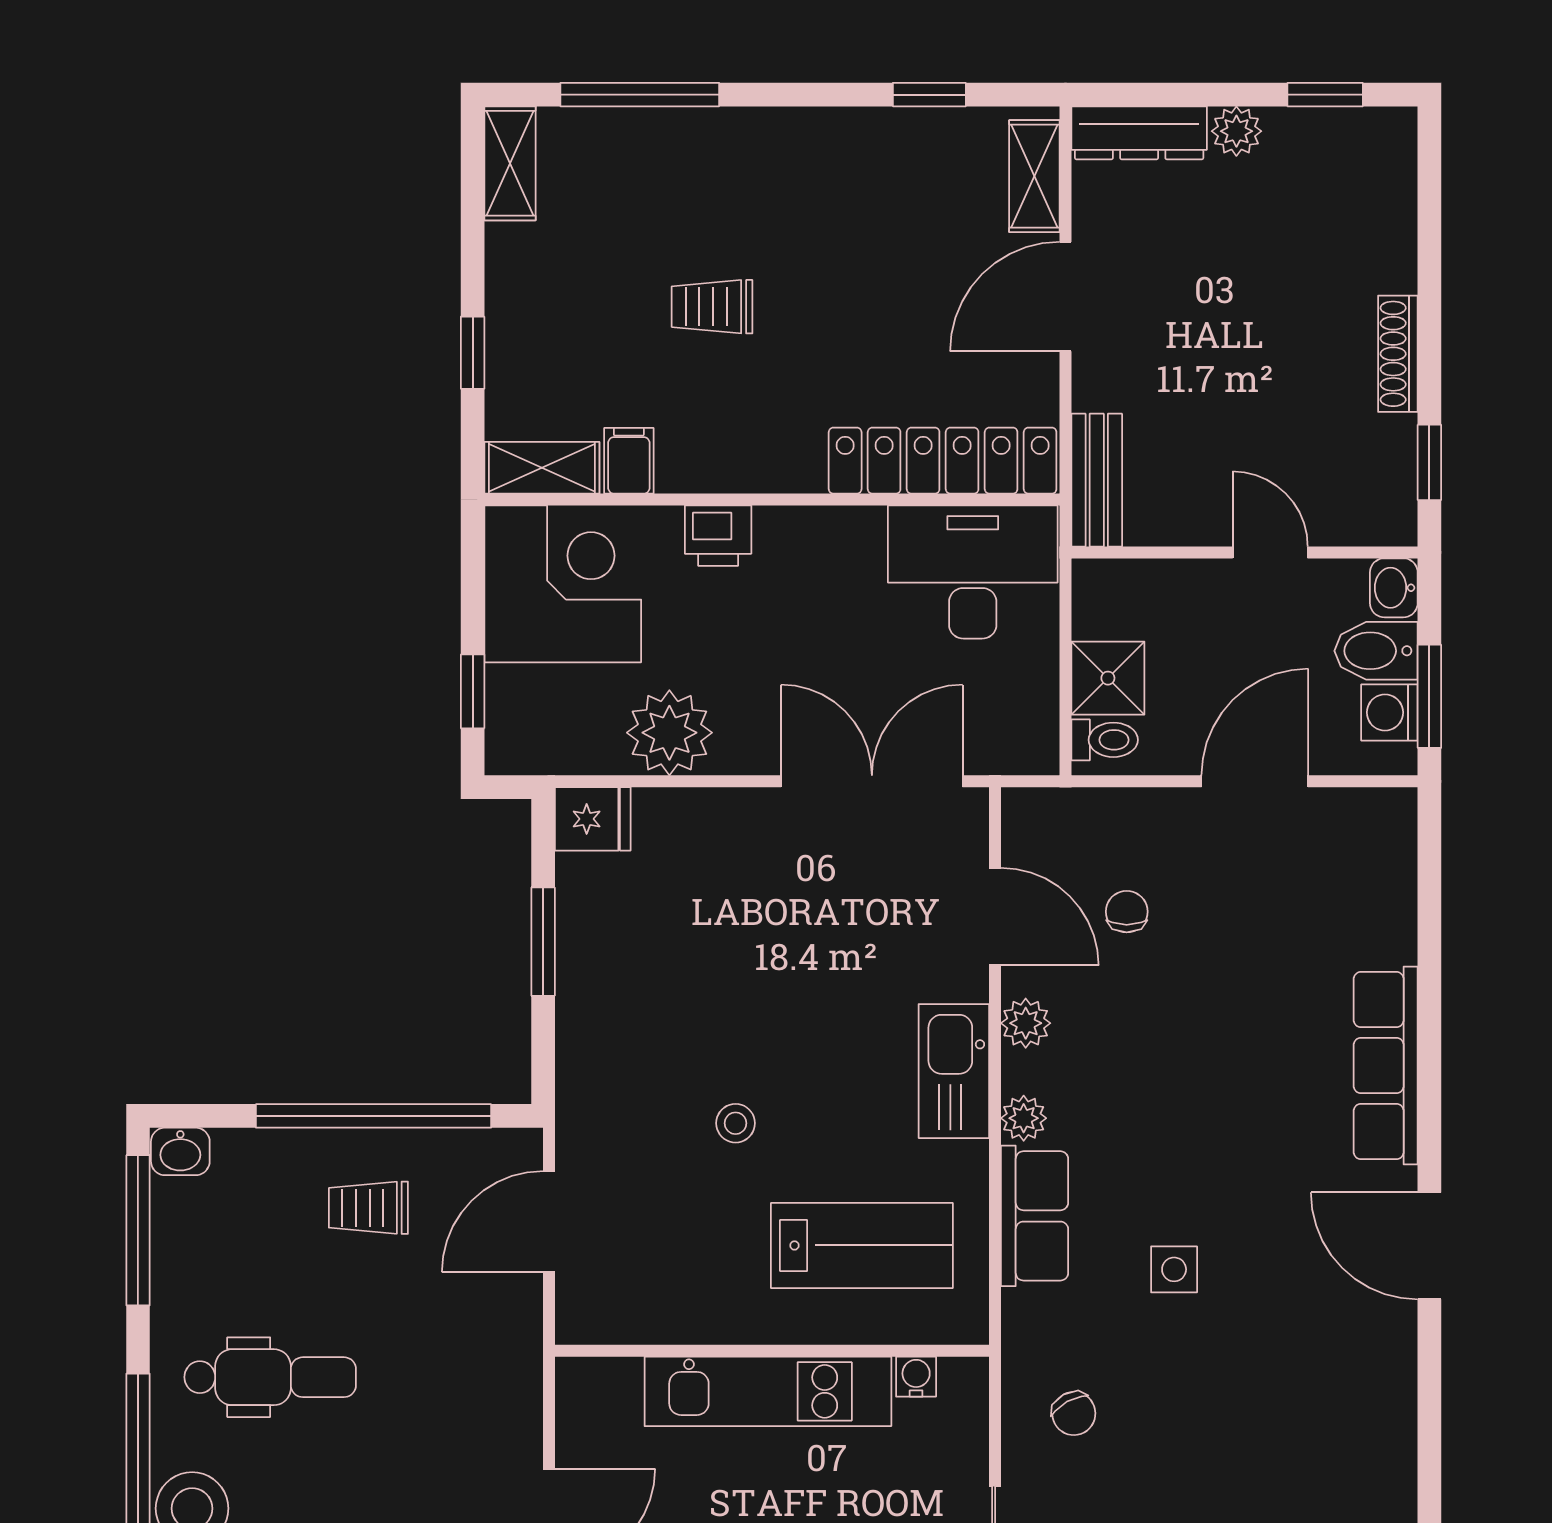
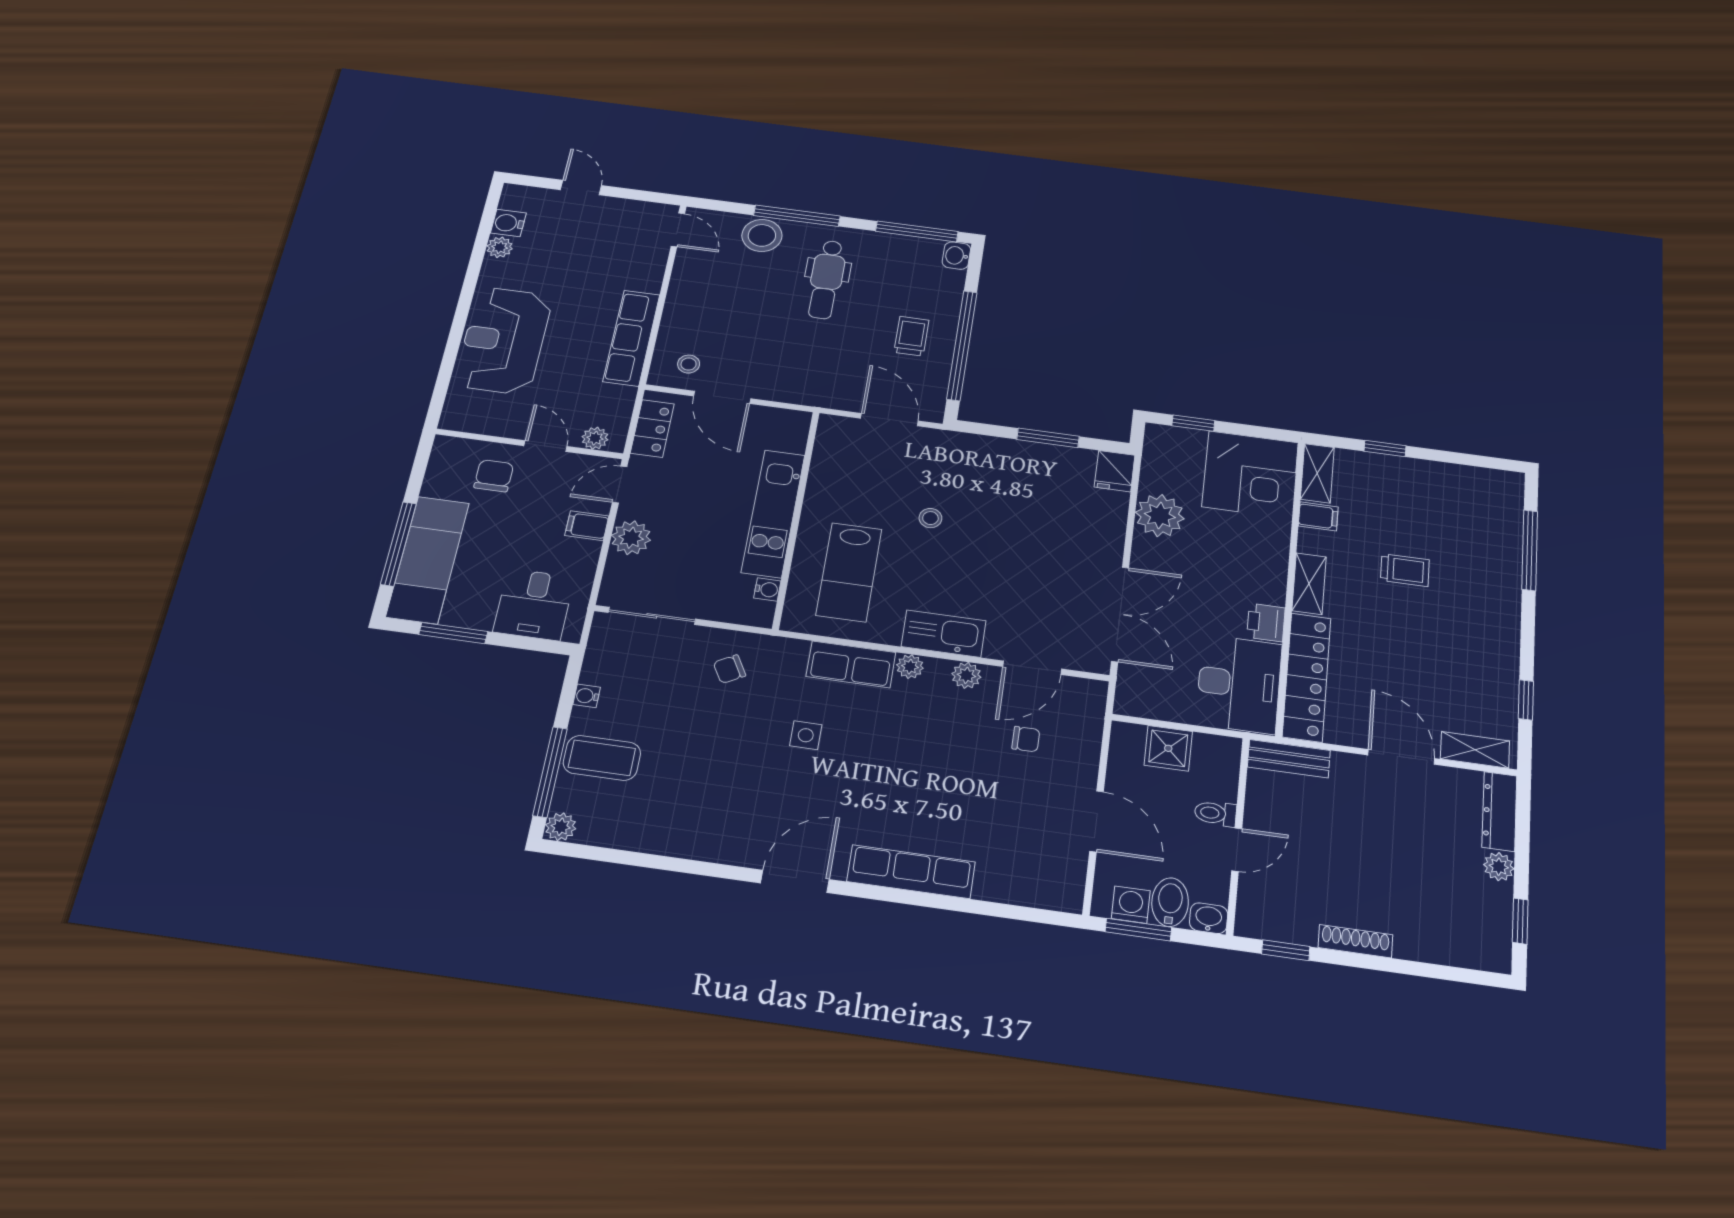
shelving: (510, 163) -> (1309, 584), moved, turned 90
trolley: (712, 307) -> (1405, 570), turned 90
printer: (718, 536) -> (1266, 623), moved
toilet: (1105, 740) -> (1216, 813), moved, turned 90

